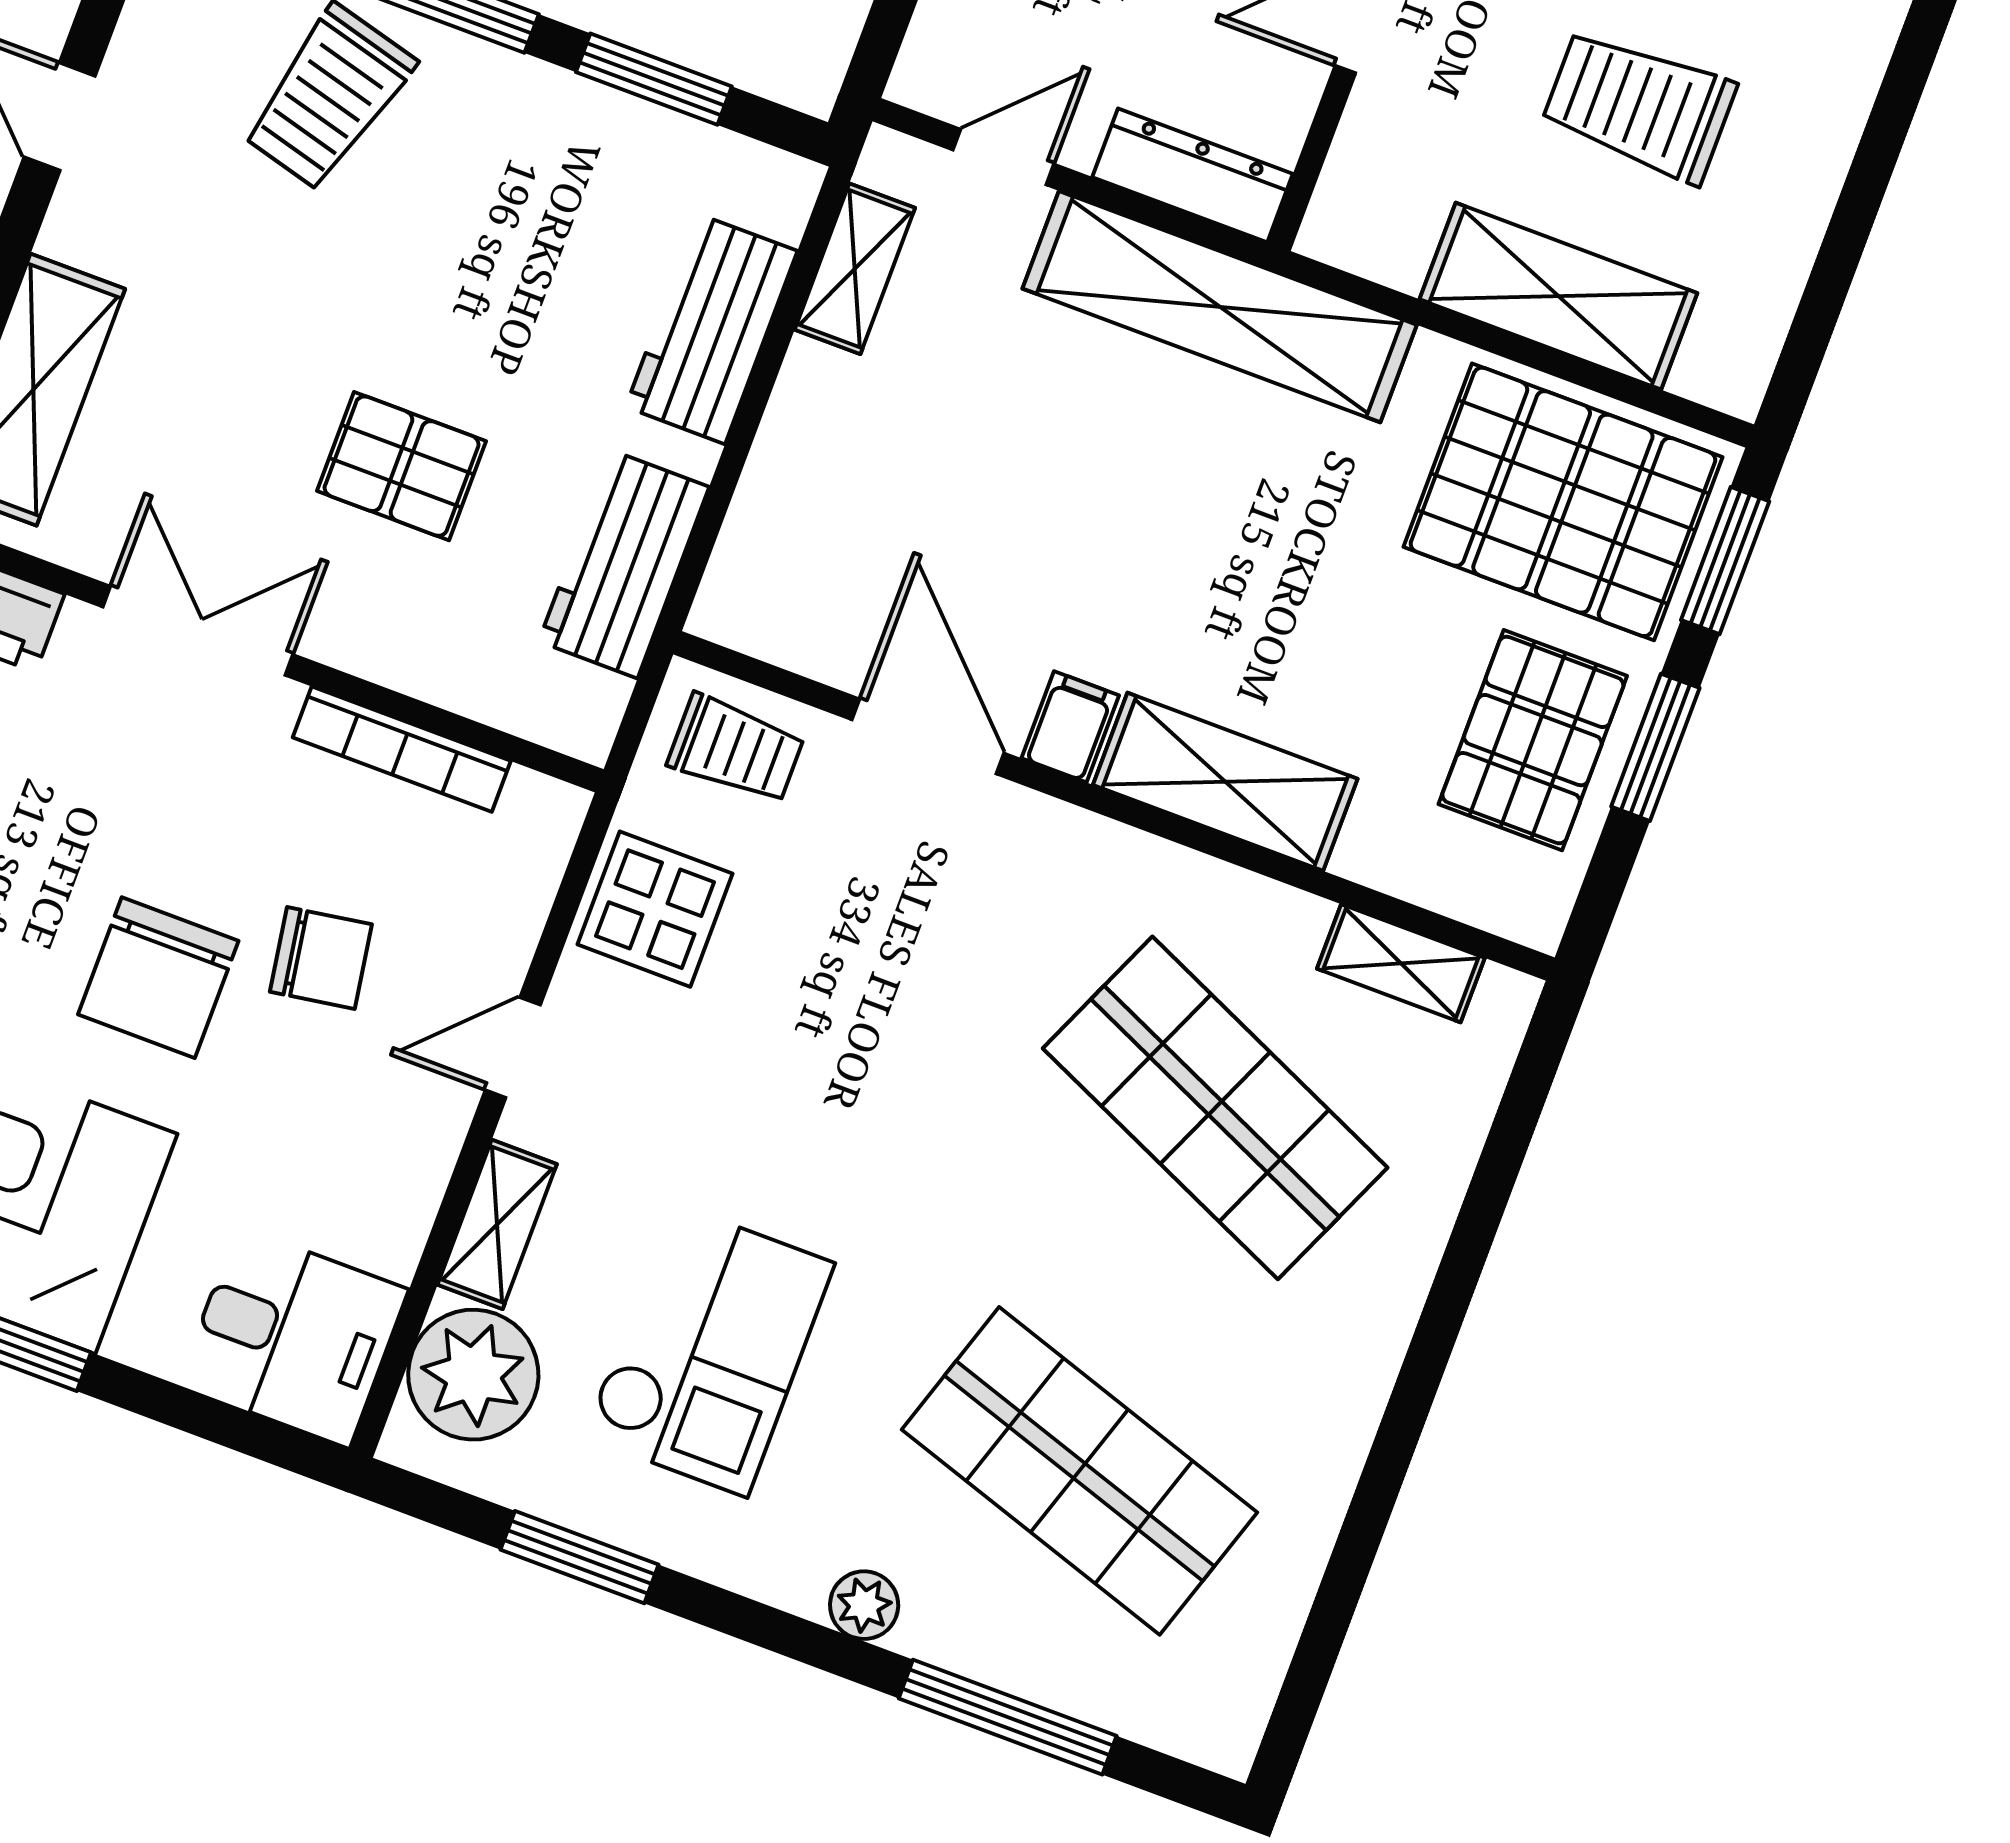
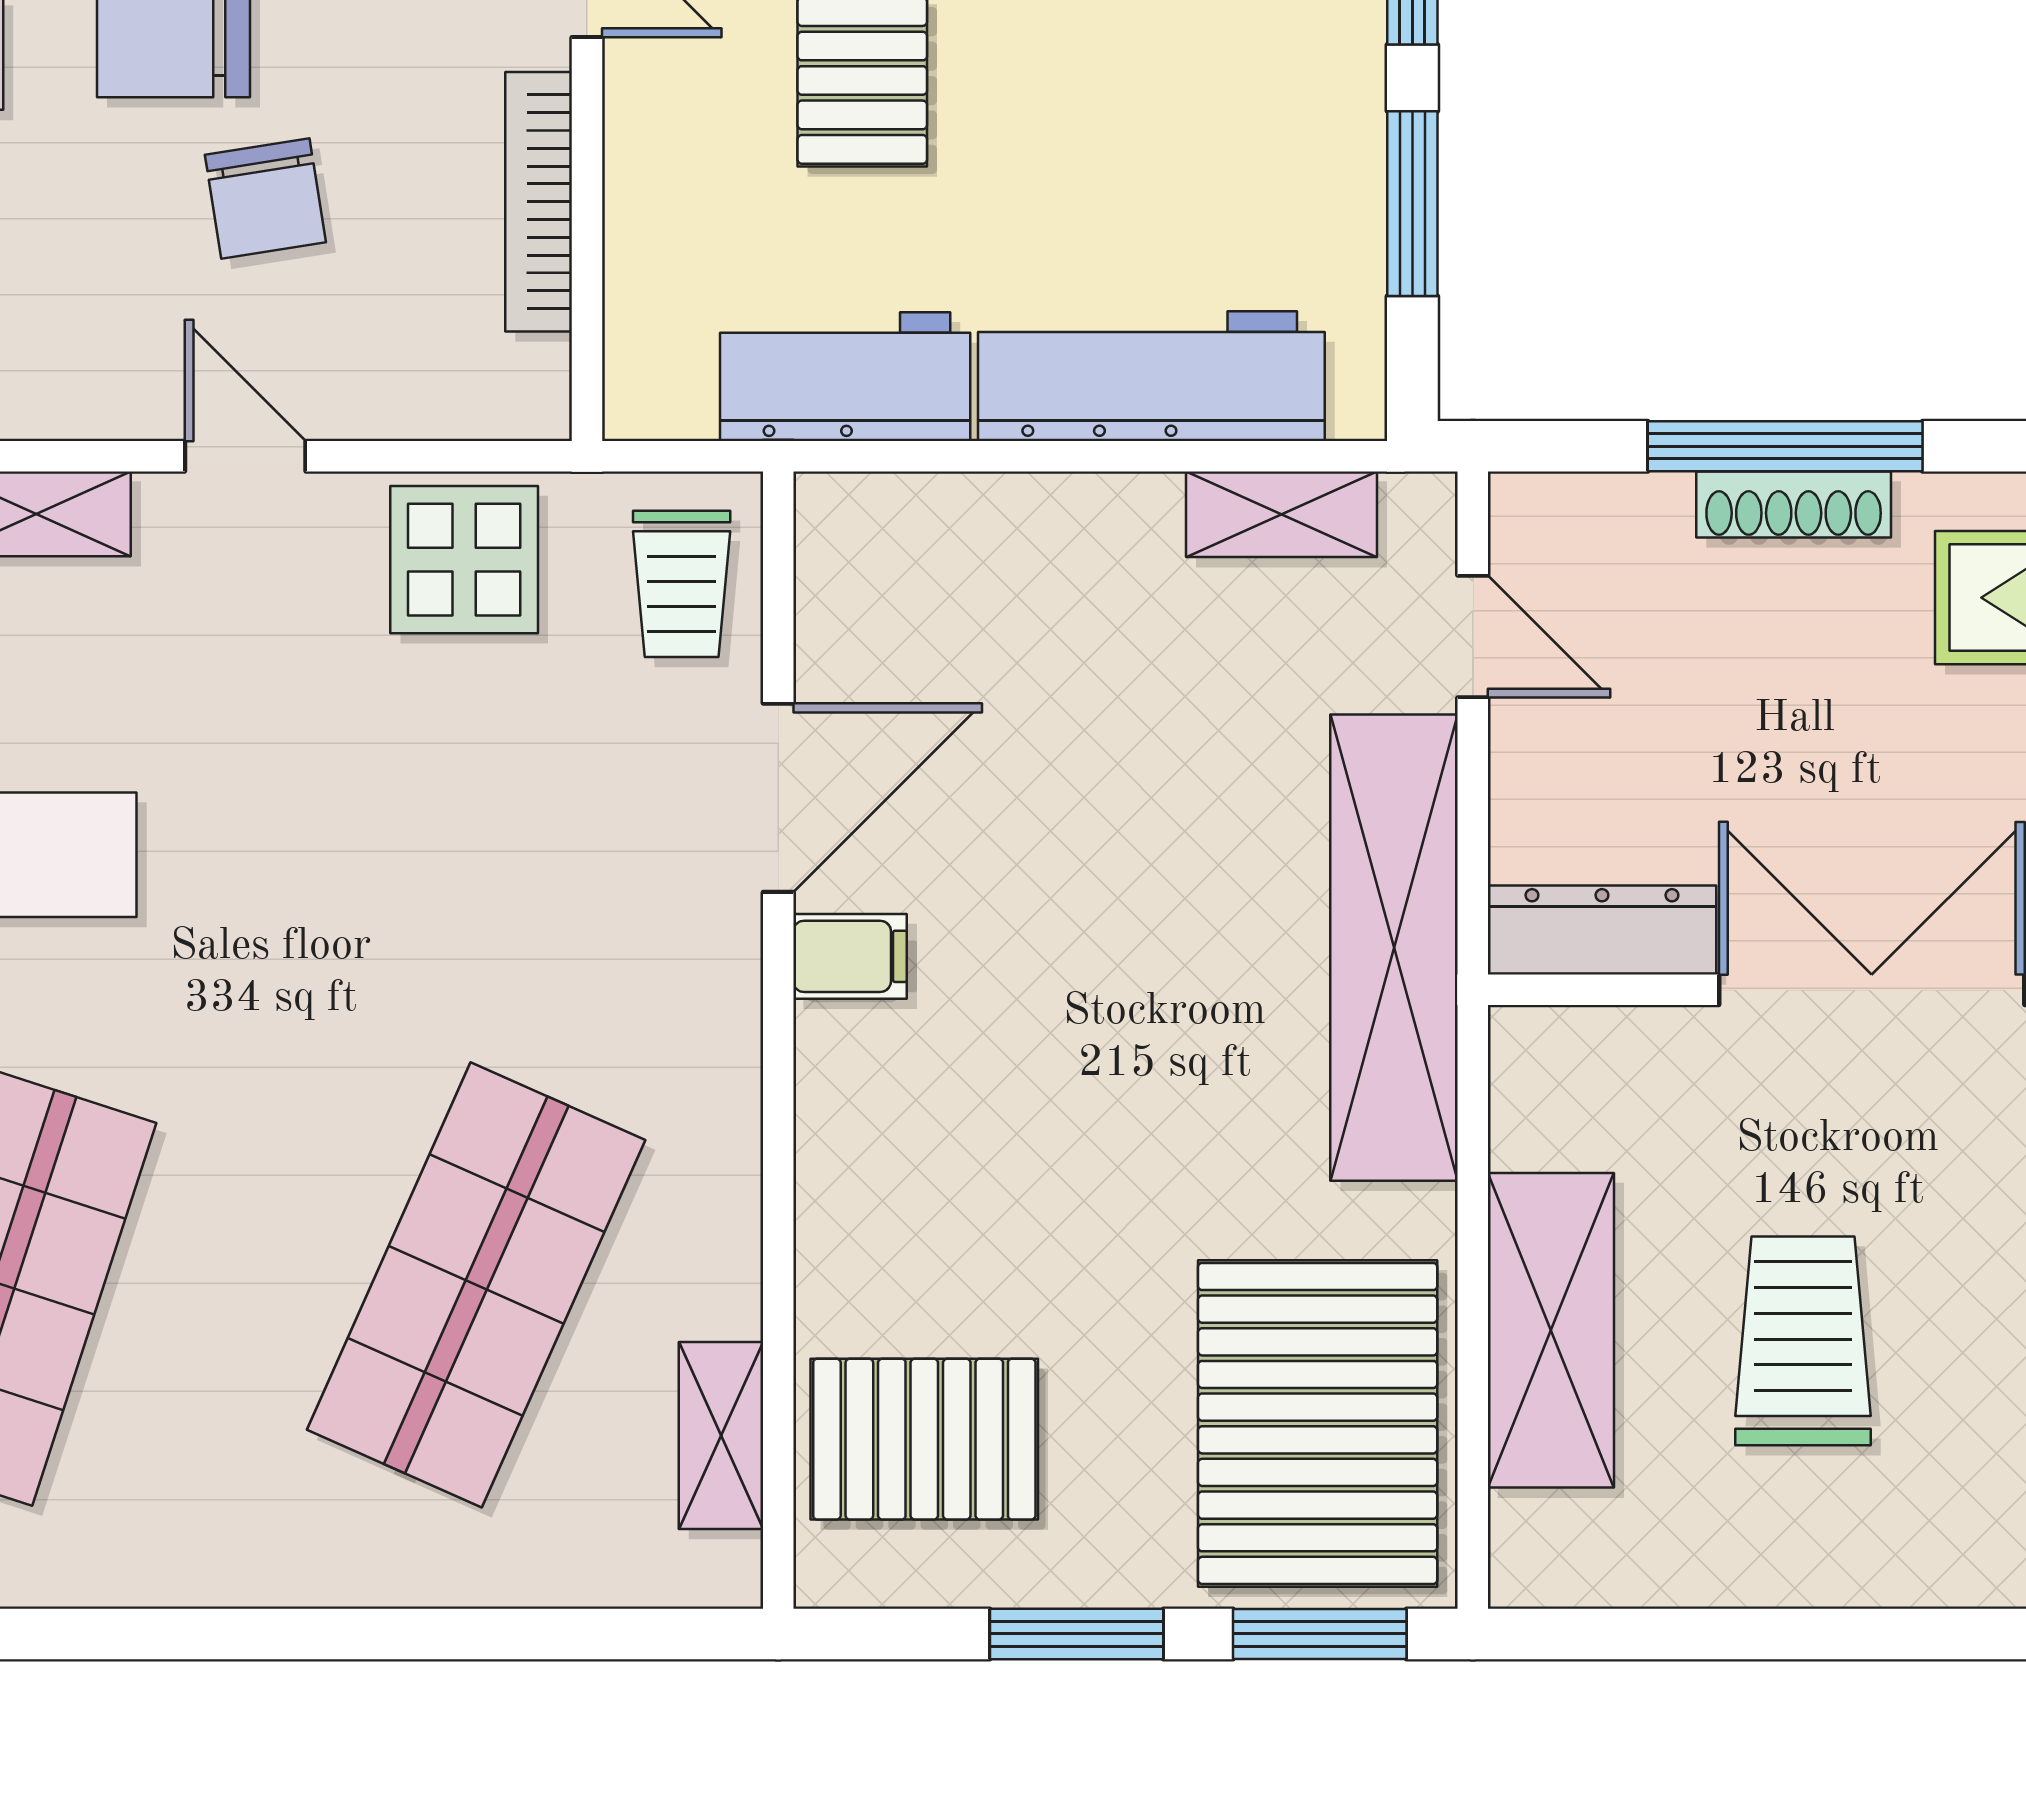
dresser: (1193, 175) -> (1602, 930), moved, turned -90
workbench: (711, 329) -> (1151, 376), width x1.38
pallet: (1533, 740) -> (924, 1439), moved
shelving: (1225, 782) -> (853, 1157), removed

